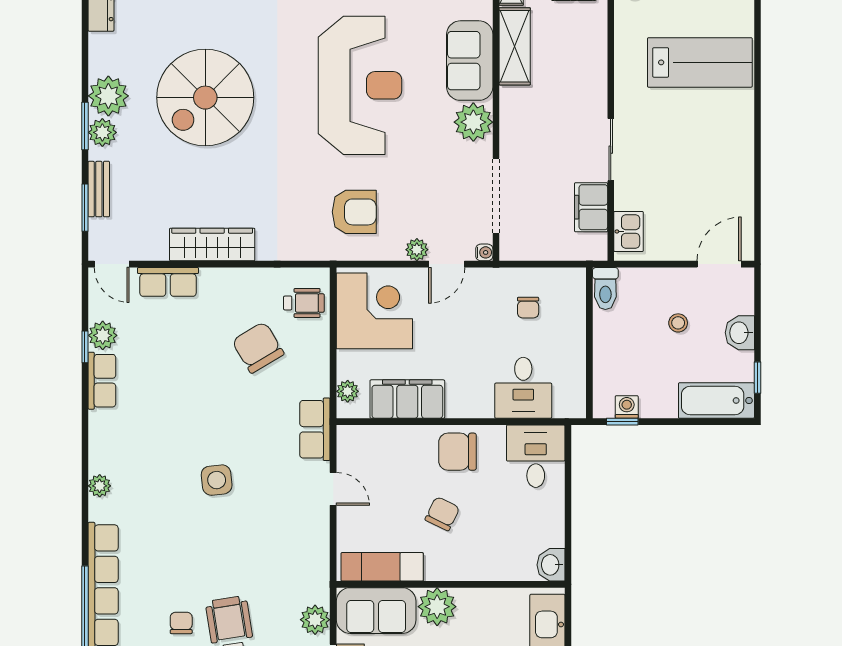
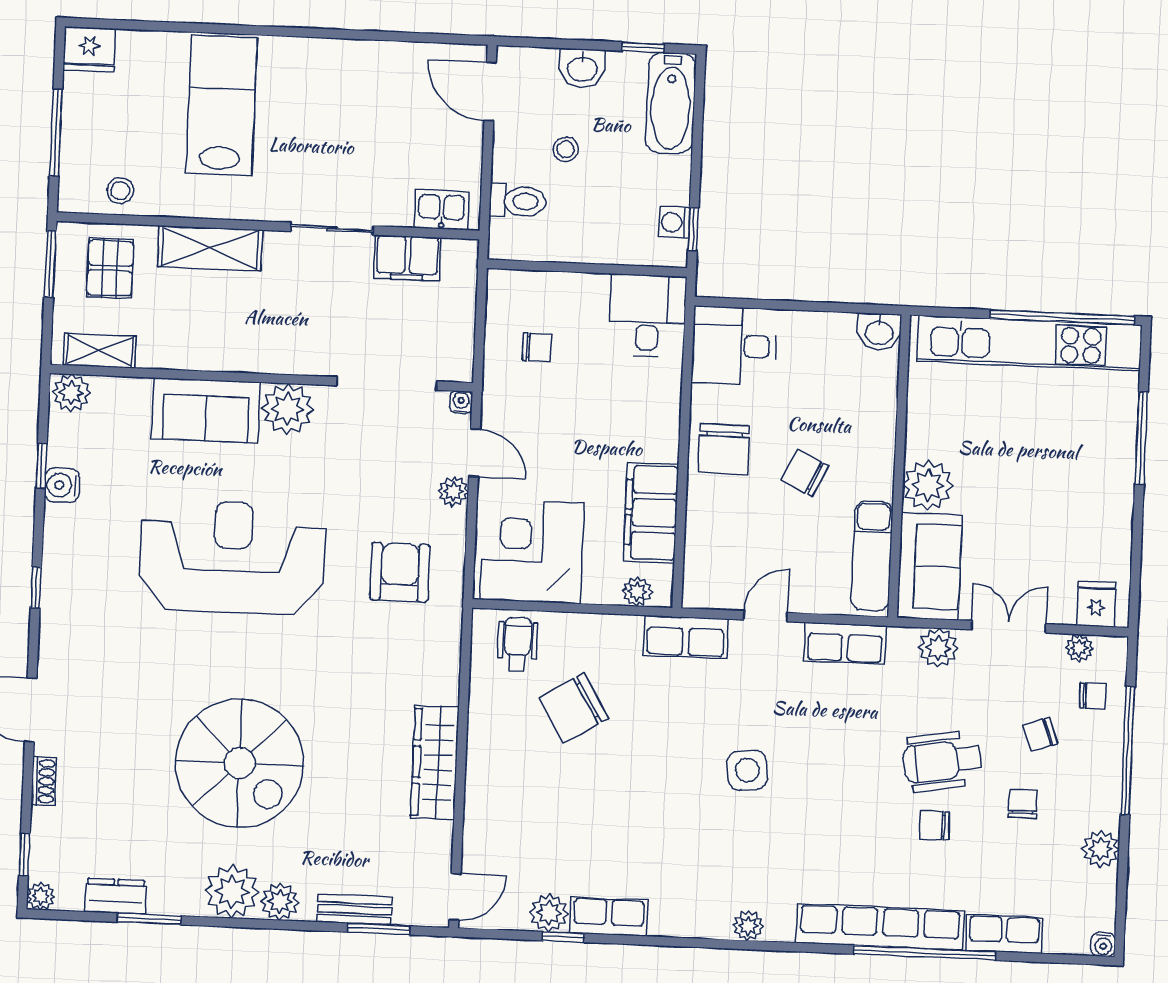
shelving: (515, 46) -> (210, 248), moved
window: (85, 126) -> (149, 919), moved
row of seats: (168, 282) -> (845, 643), moved, turned 90
toilet: (605, 288) -> (518, 201), moved
desk: (523, 388) -> (648, 316), moved, turned -90

